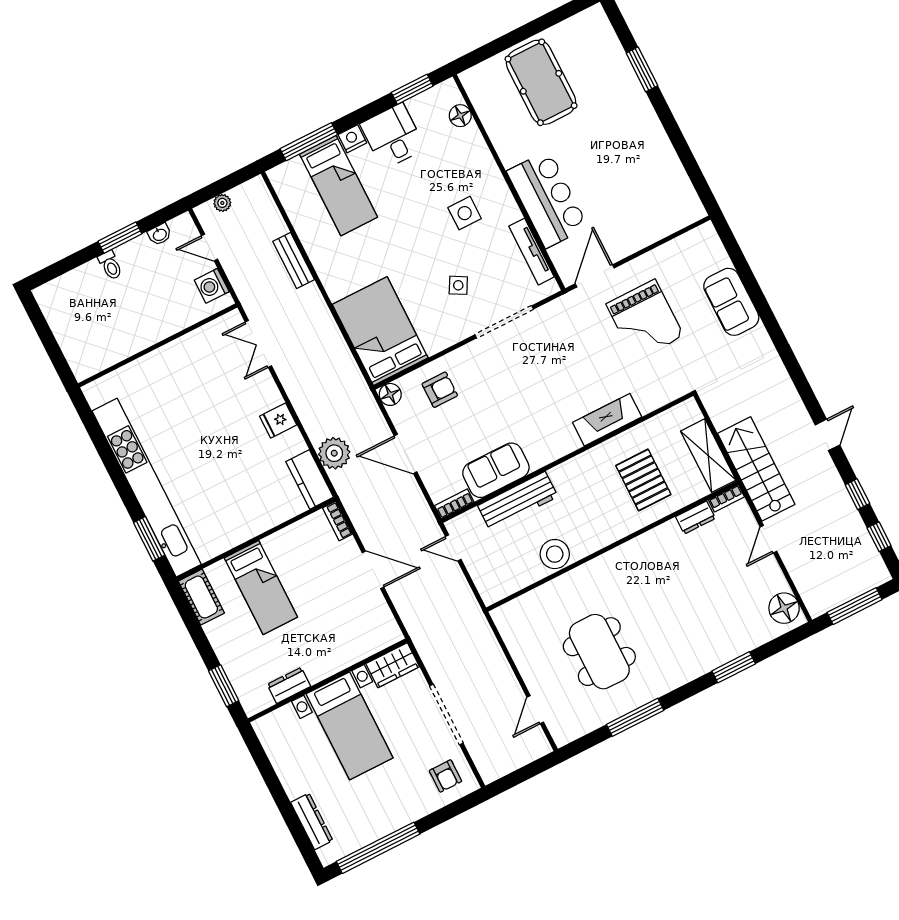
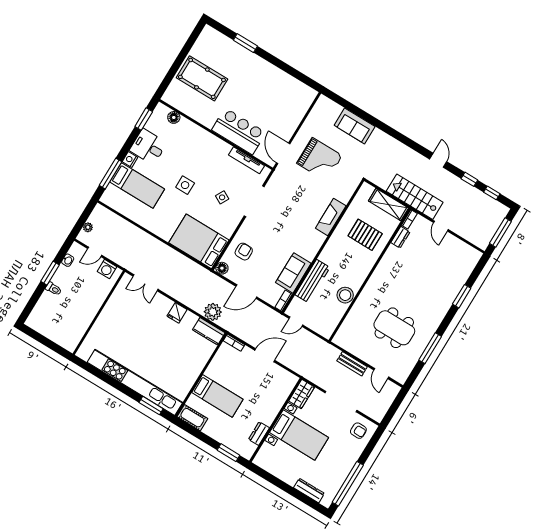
side table: (465, 213) -> (185, 185), moved
bench: (294, 261) -> (352, 364), moved
floor lamp: (784, 608) -> (468, 254), removed

